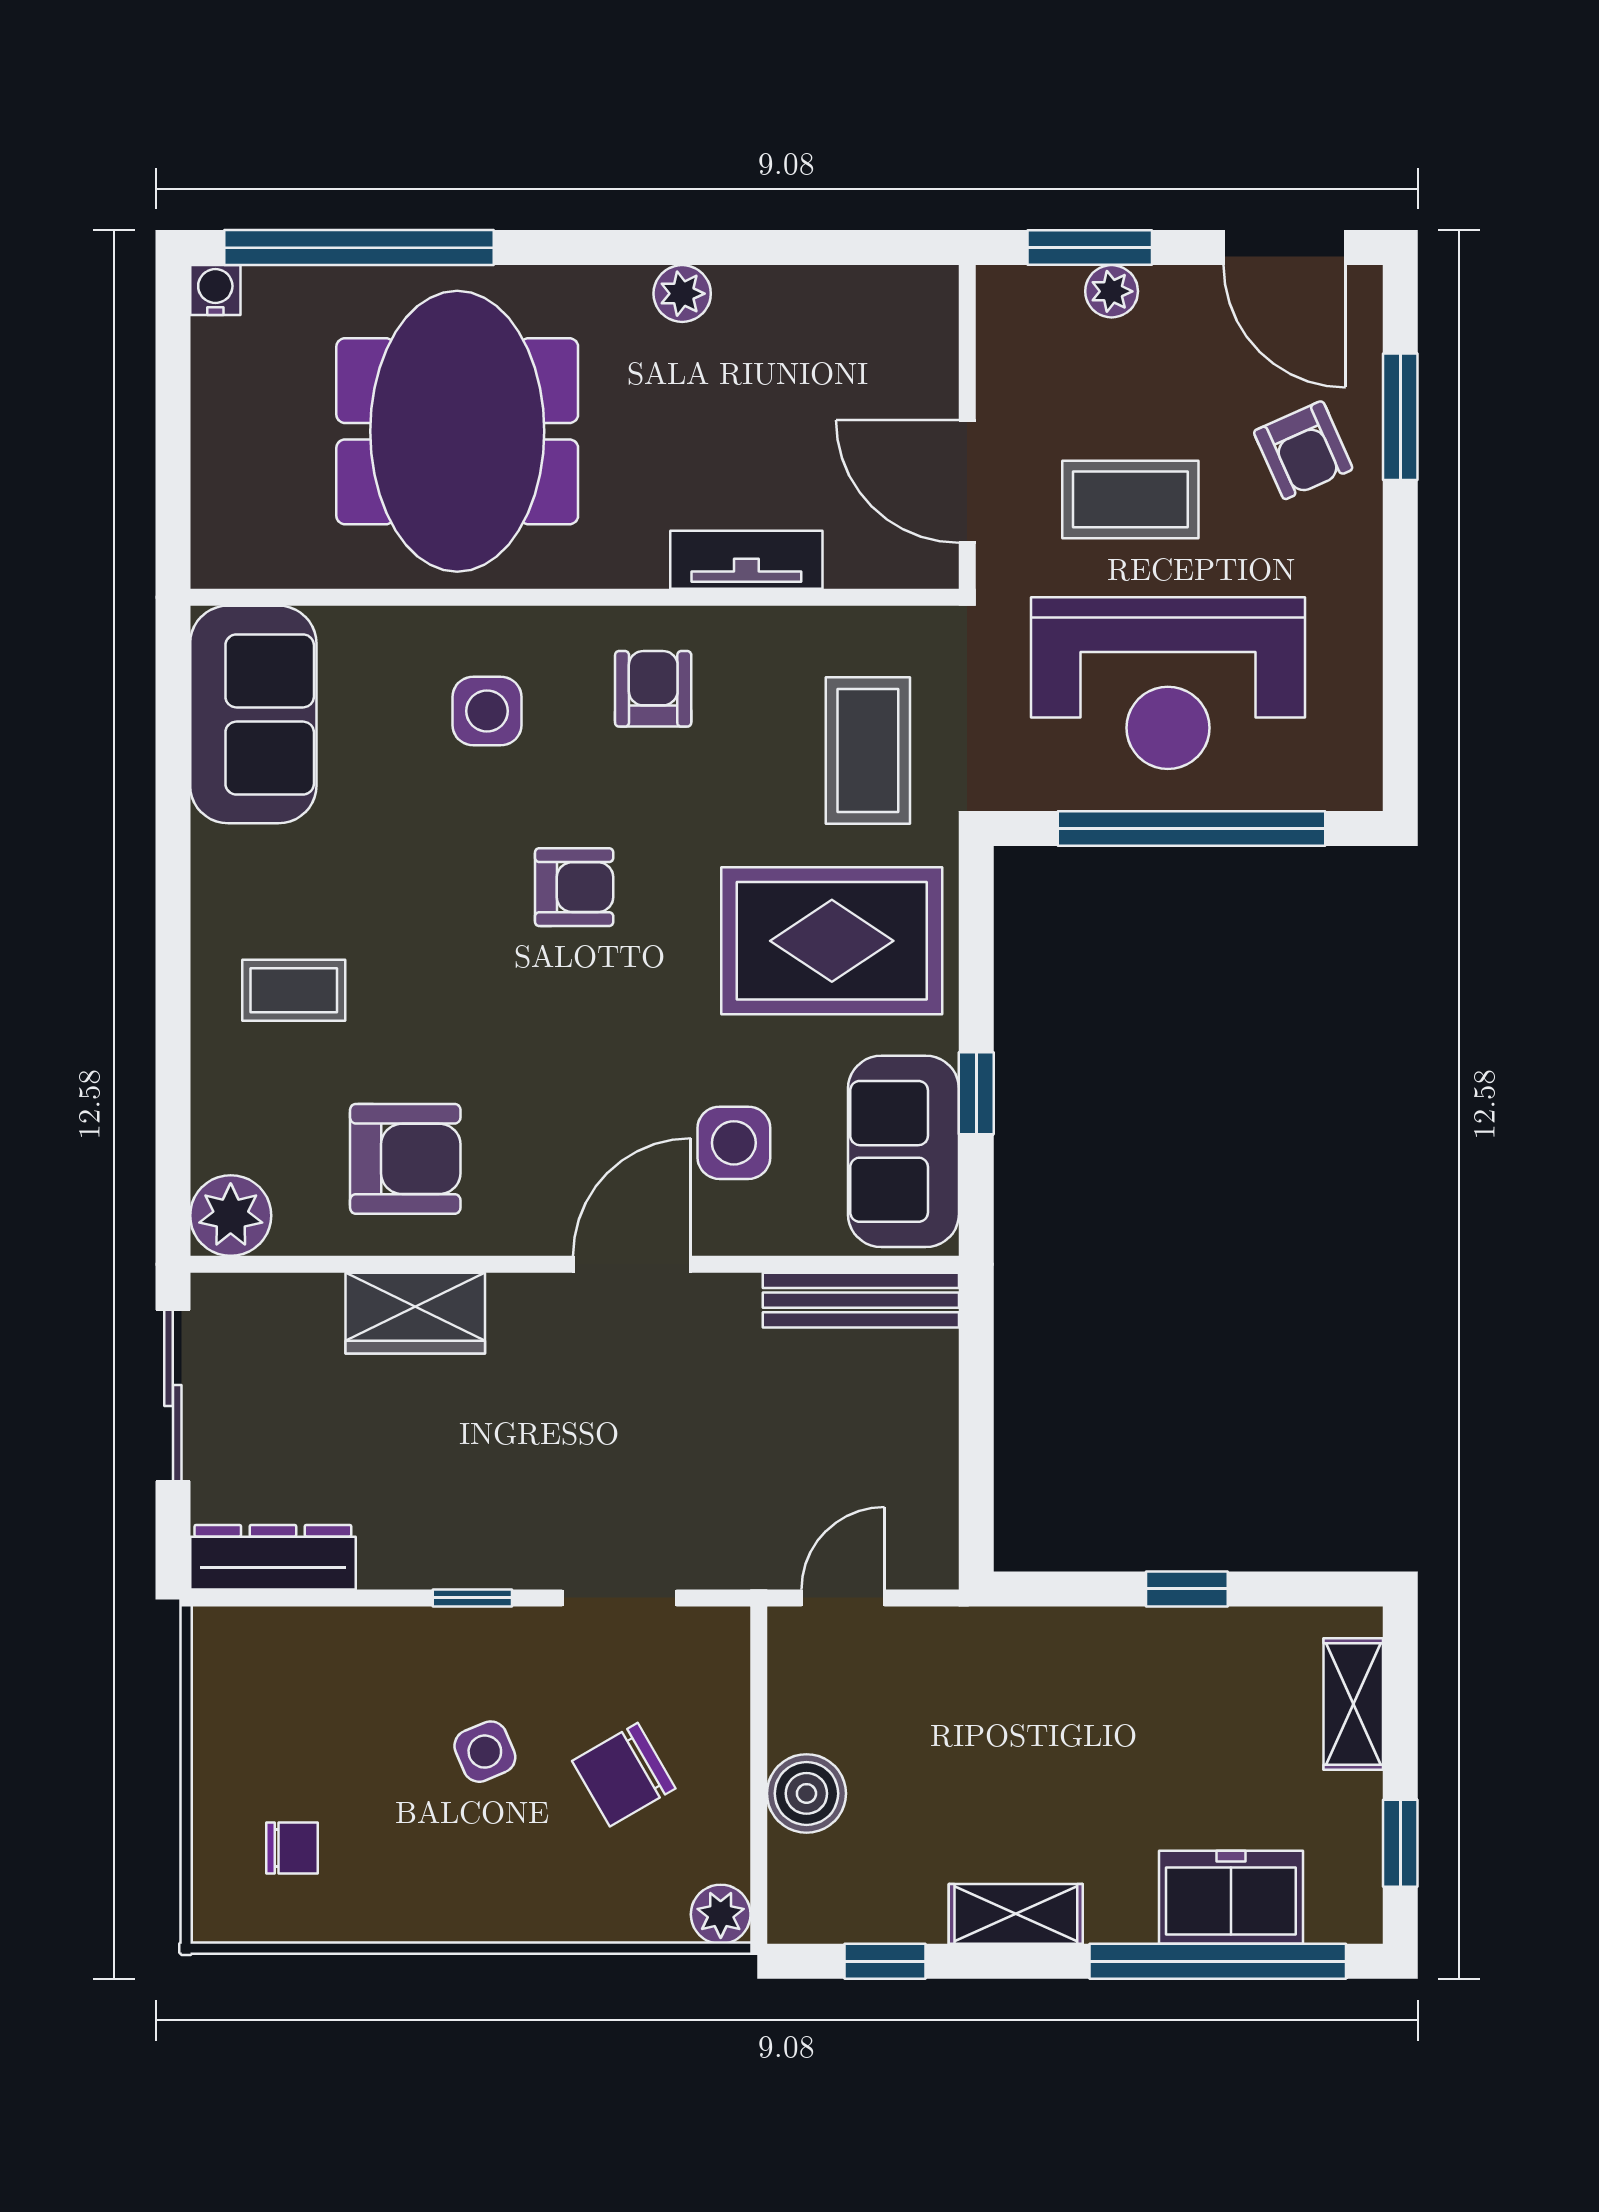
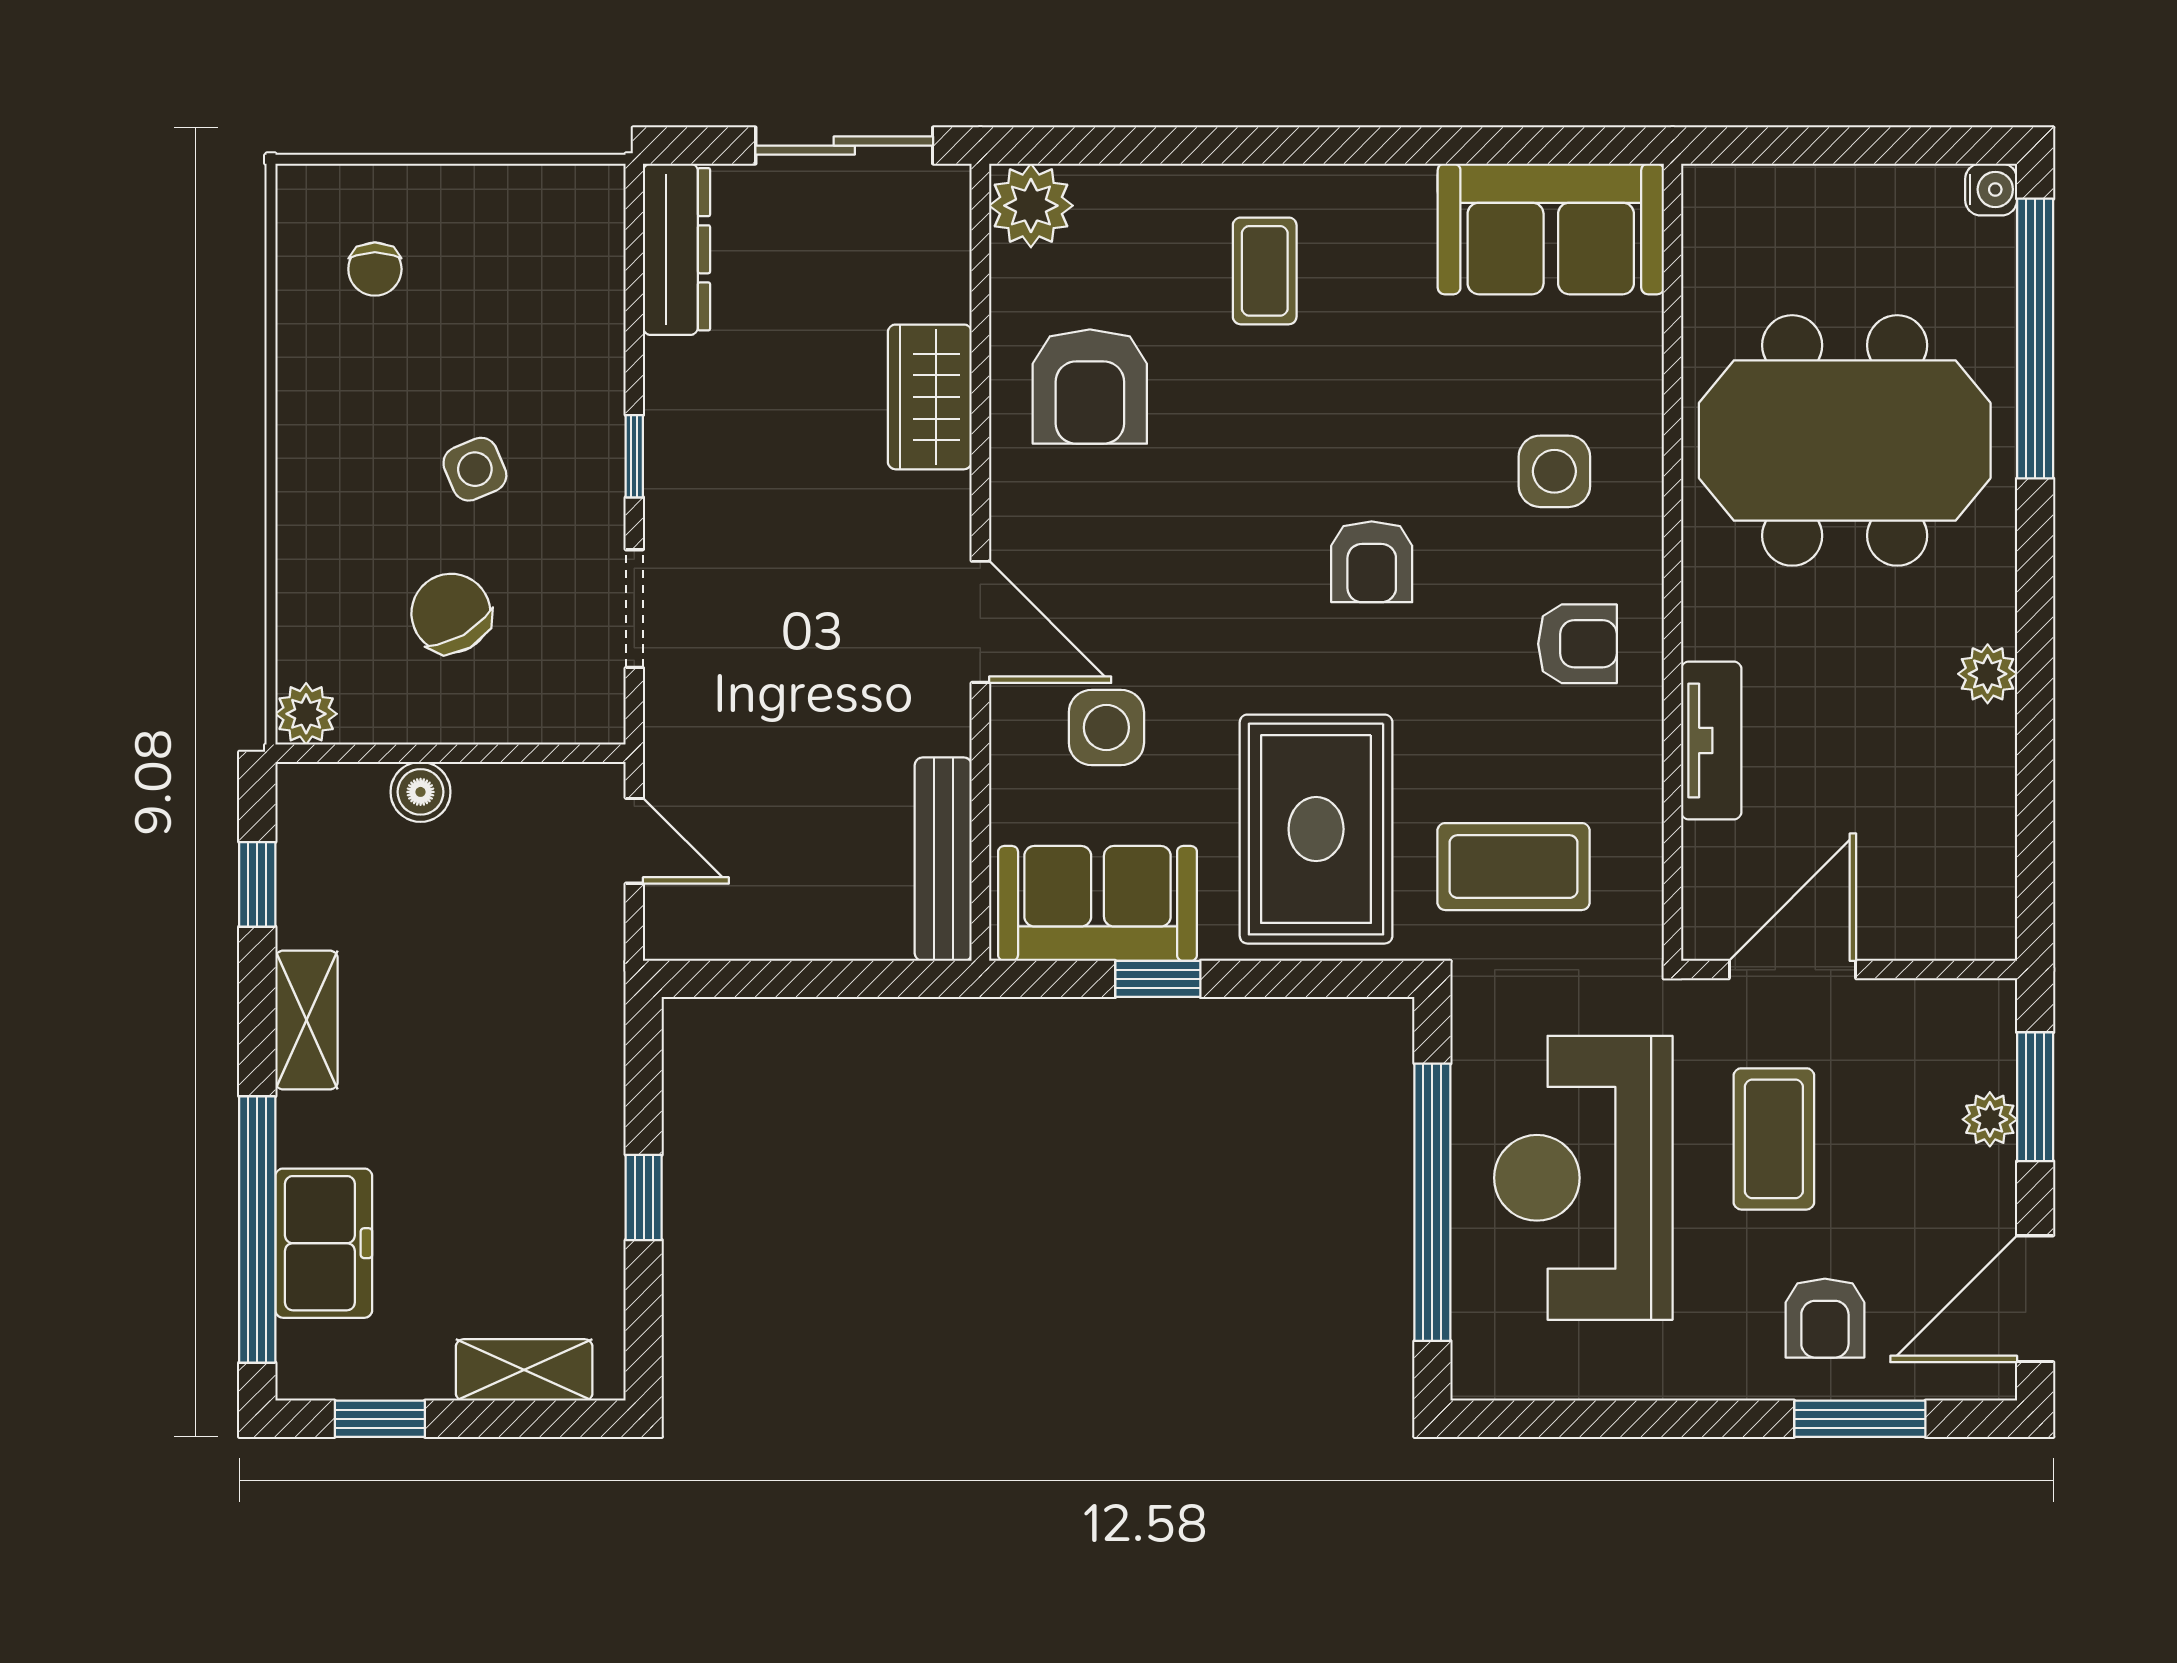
armchair: (1303, 450) -> (1825, 1318), turned -66
boiler: (806, 1793) -> (421, 792), width x0.73, depth x0.73

